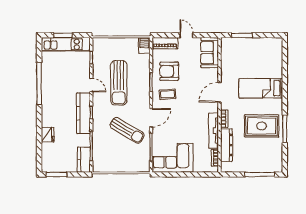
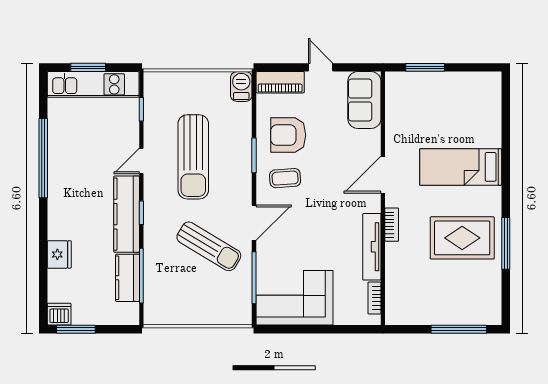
door: (91, 85) -> (141, 161), swing flipped
dresser: (226, 145) -> (396, 274), removed
kitchen counter: (84, 160) -> (128, 278), moved
dishwasher: (48, 166) -> (59, 314), added

